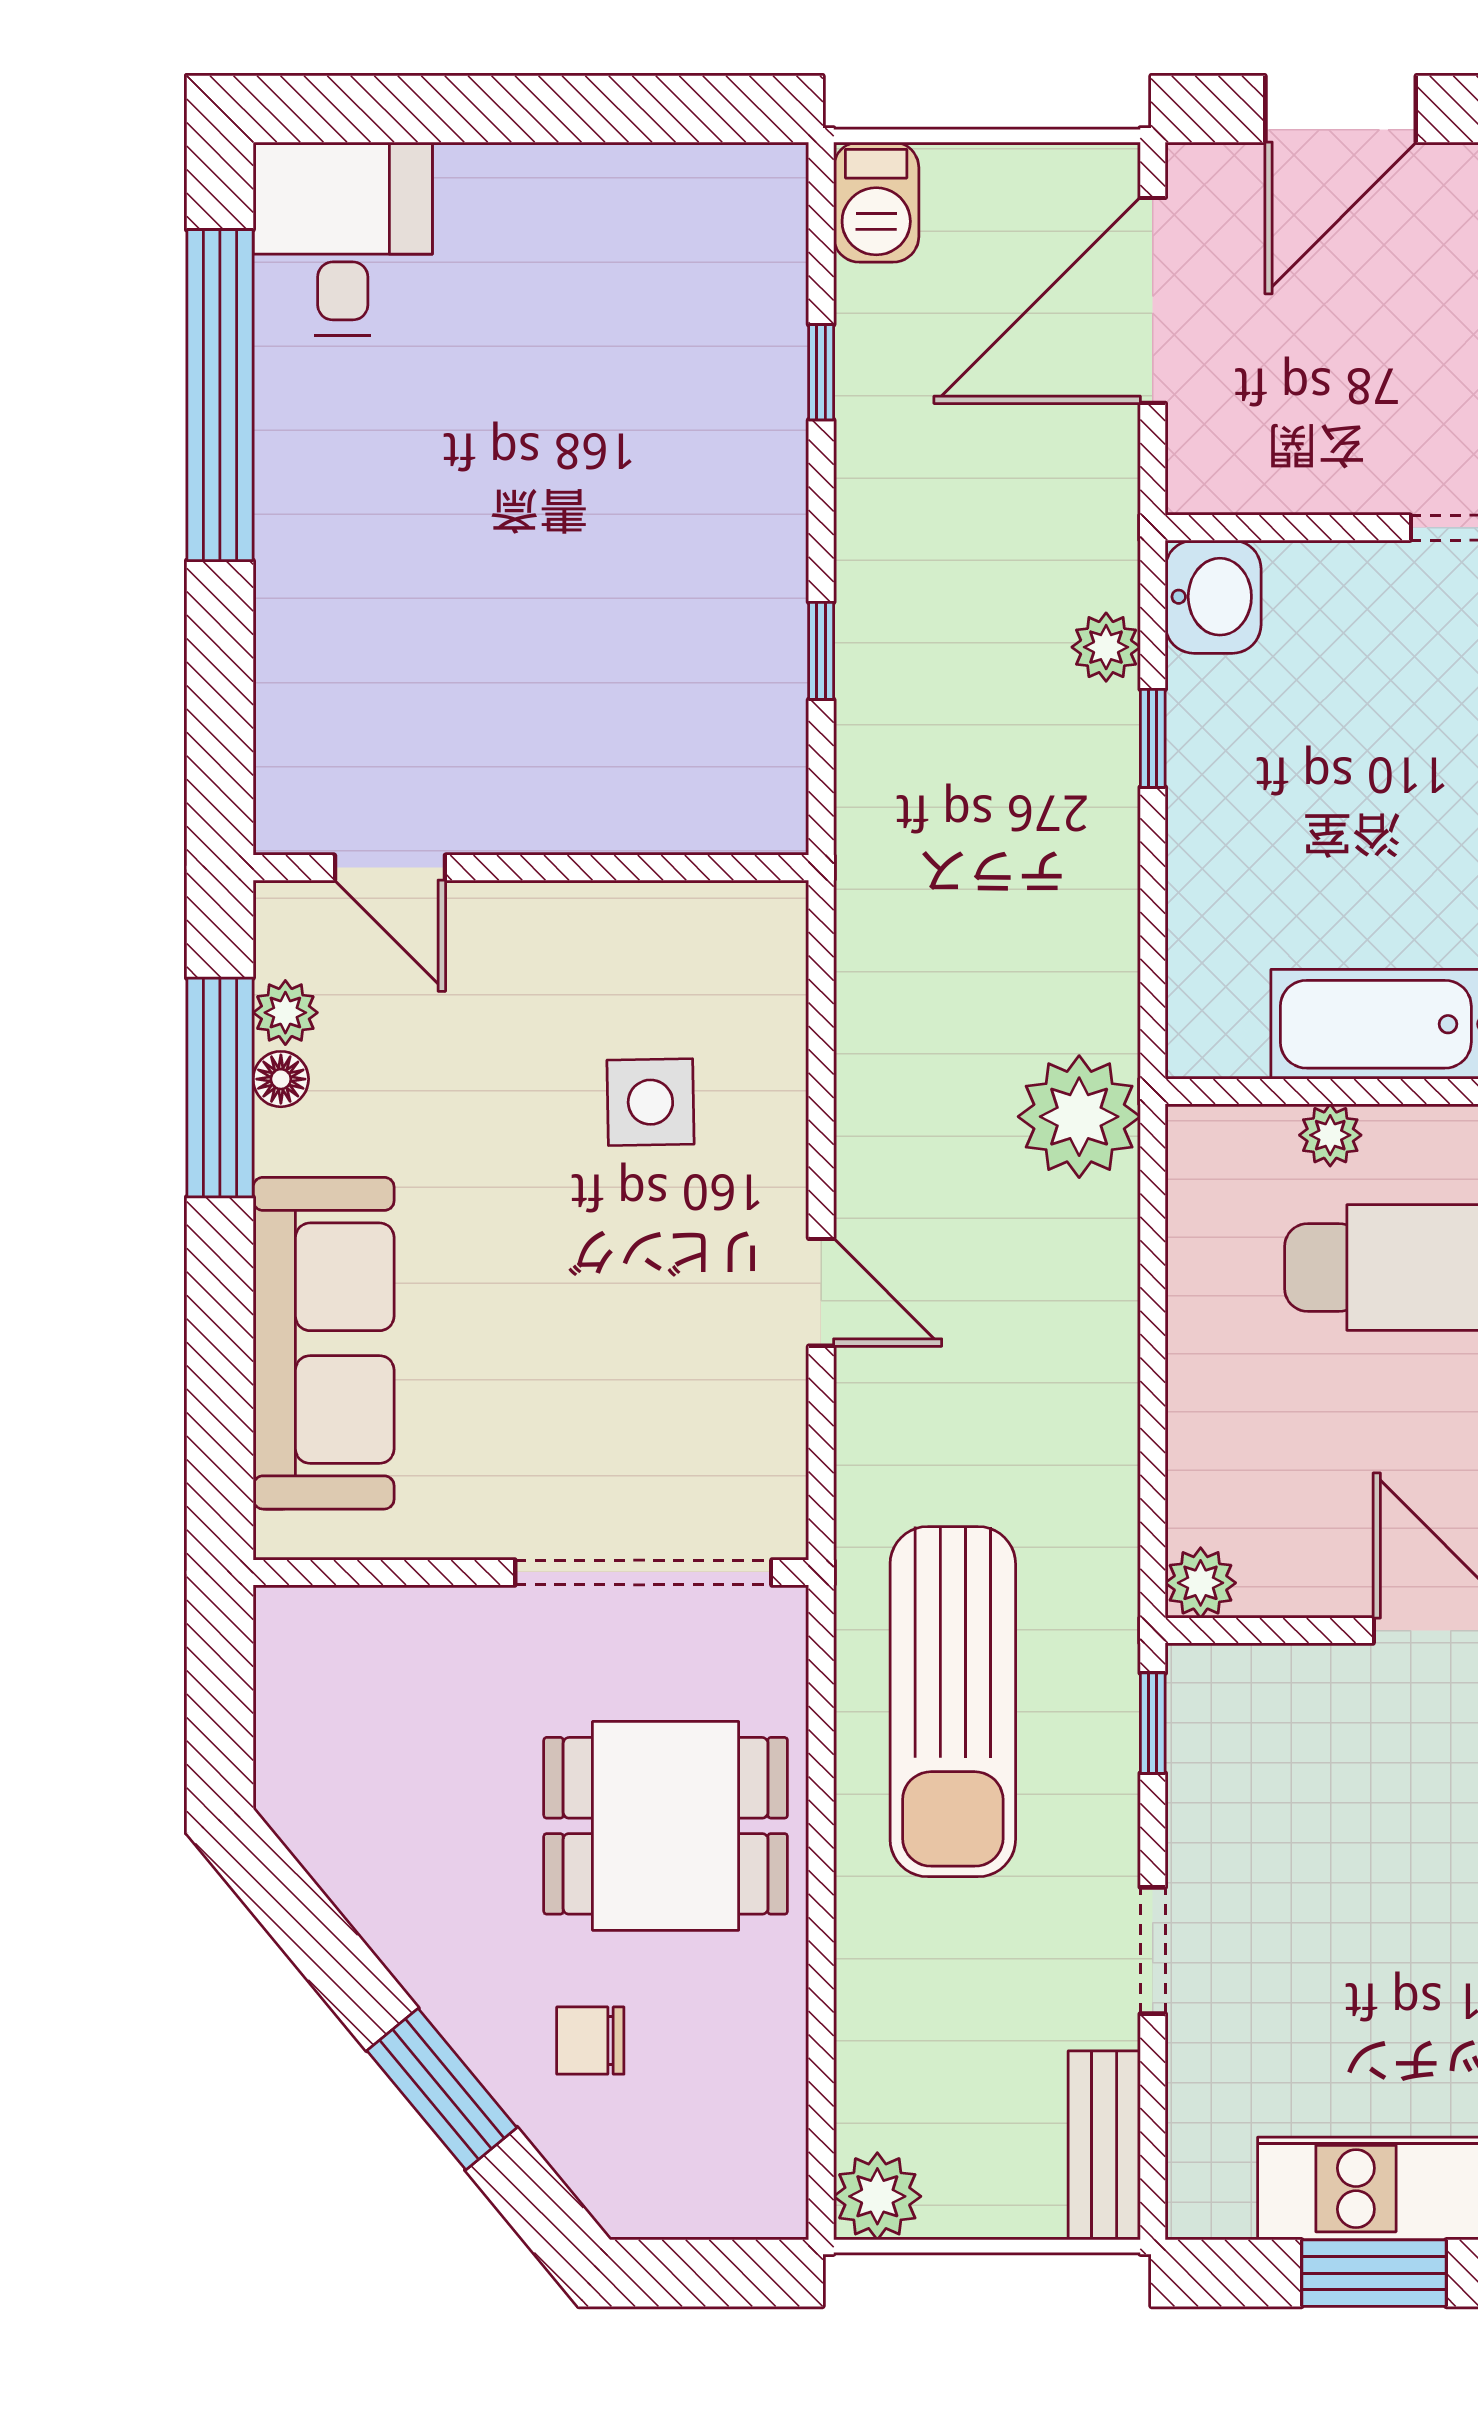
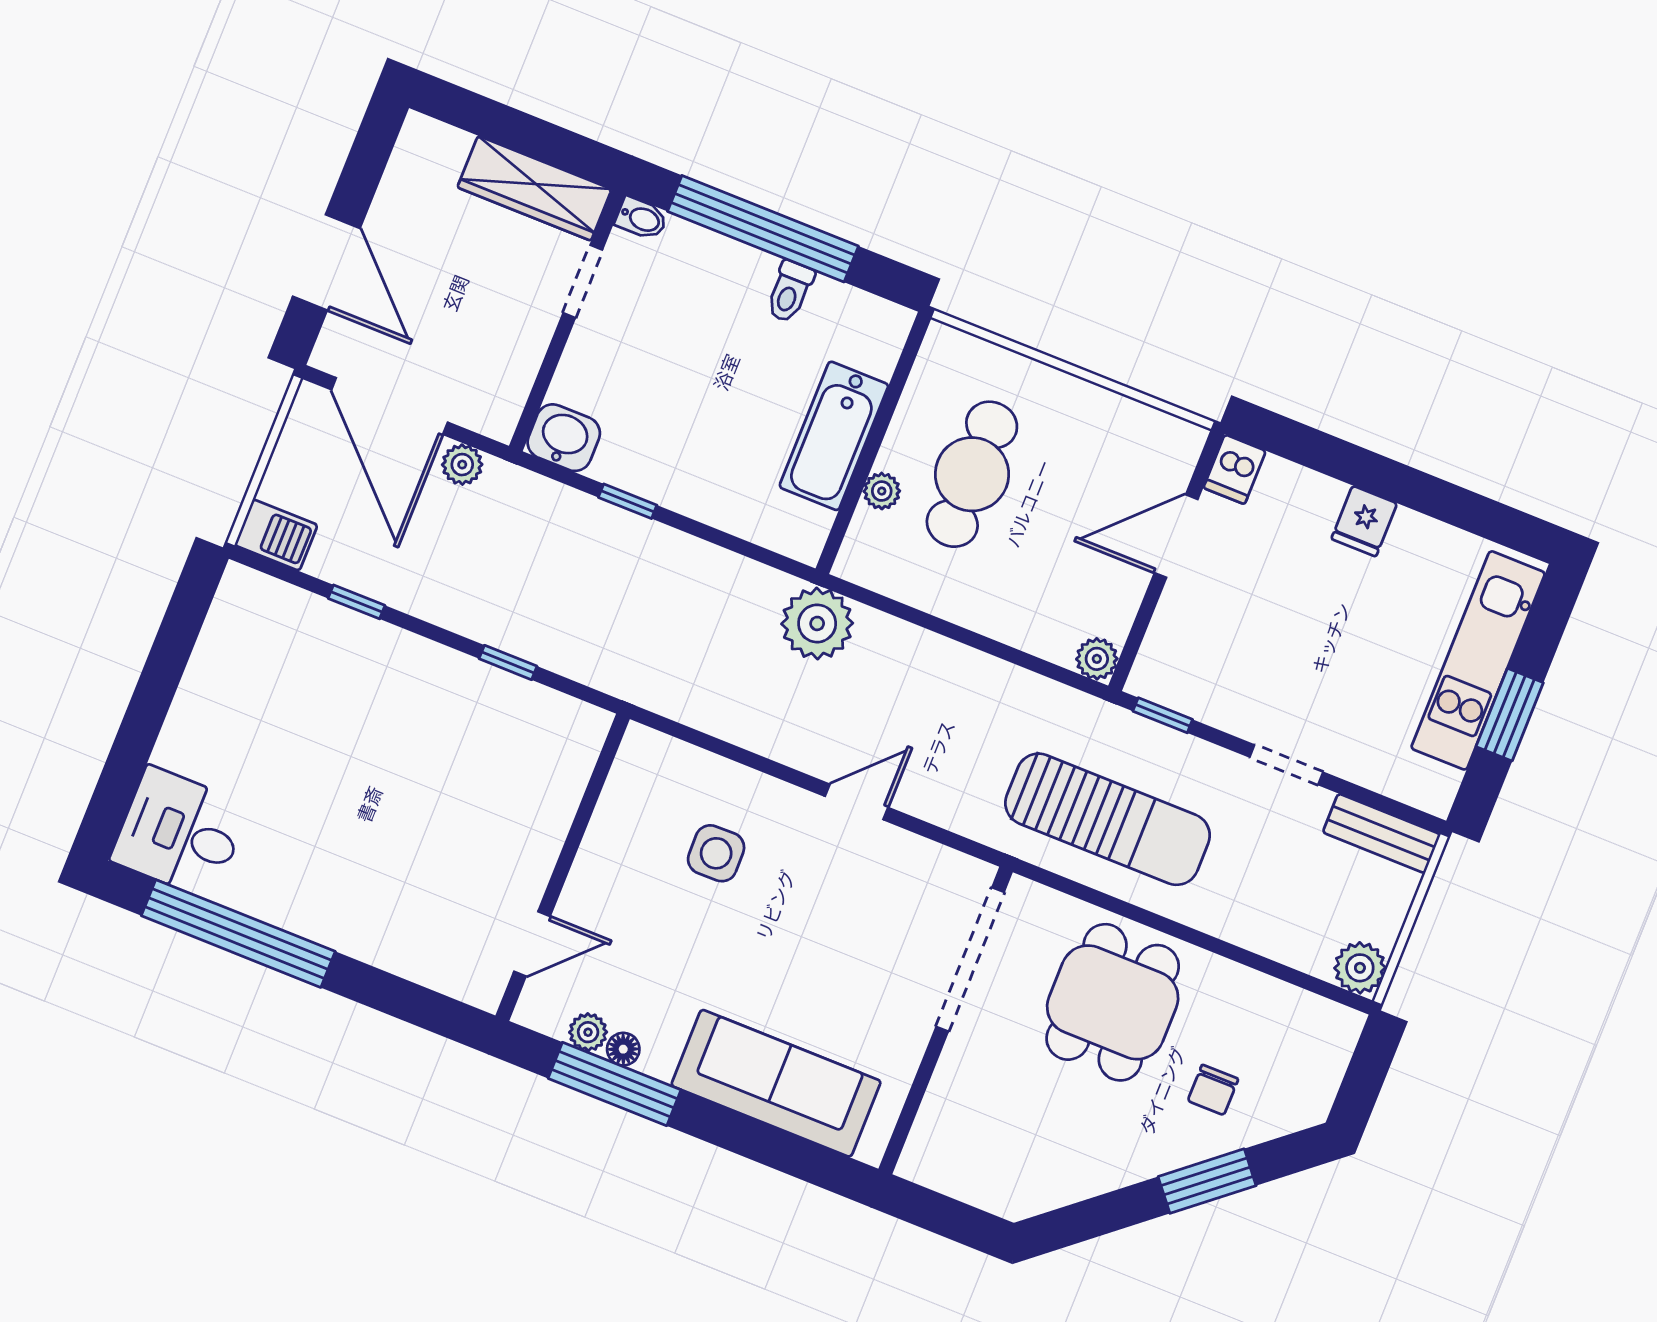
plant: (1106, 647) -> (462, 465), moved

